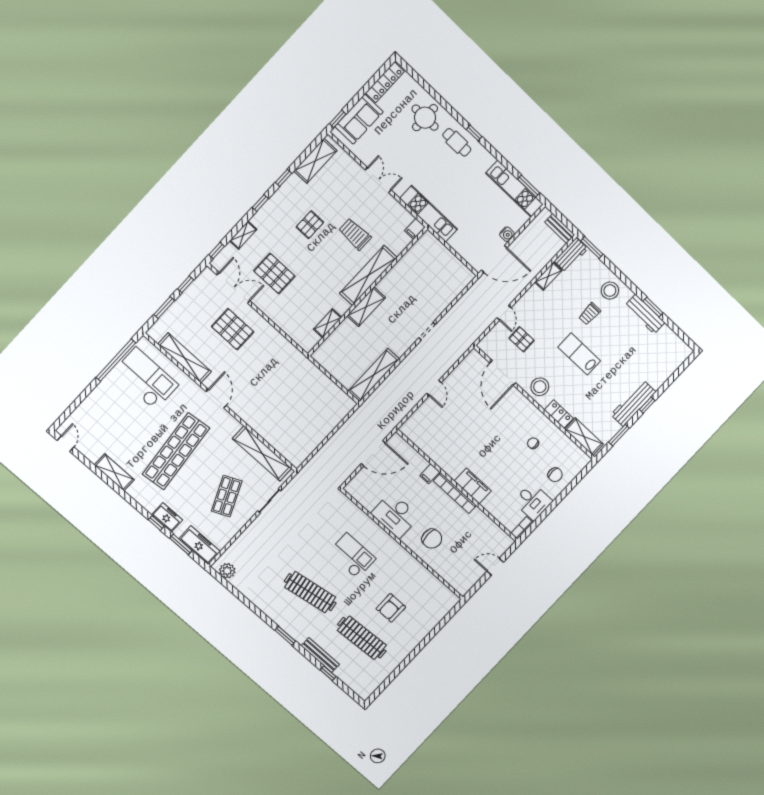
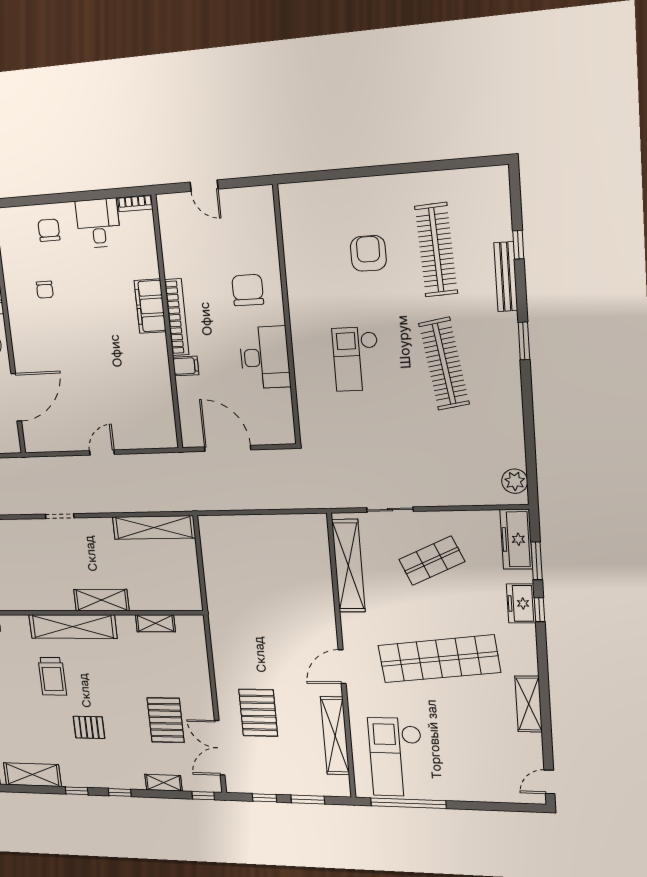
armchair: (391, 608) -> (368, 253), turned -90

